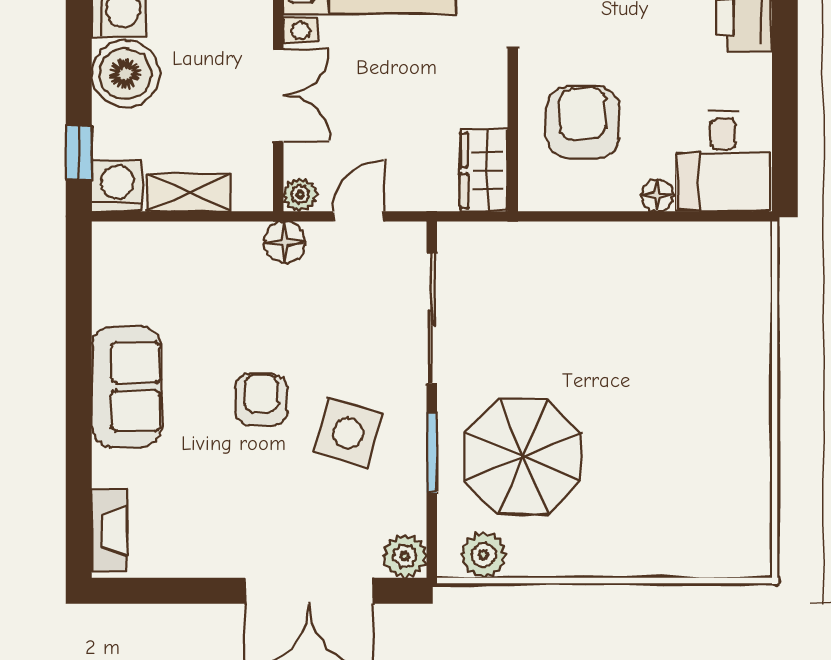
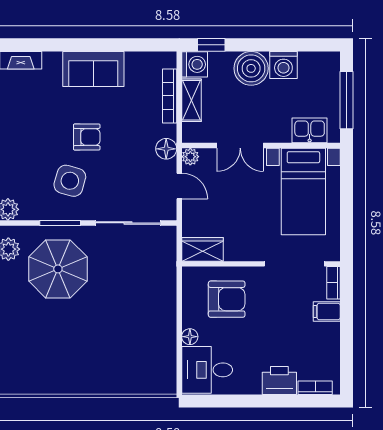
bookcase: (180, 235) -> (170, 96), added

